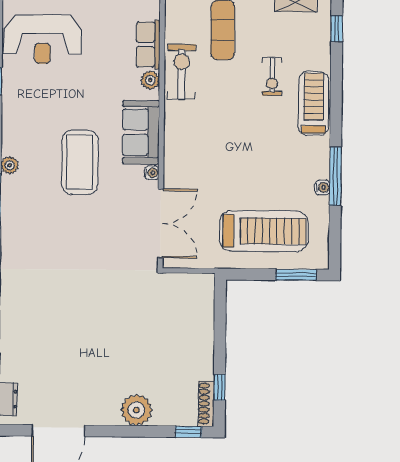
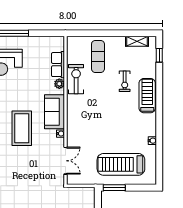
window: (335, 176) -> (159, 135), removed
double door: (161, 223) -> (65, 161), width x0.73
treadmill: (264, 231) -> (121, 164), turned 180
window: (296, 275) -> (114, 188), moved

